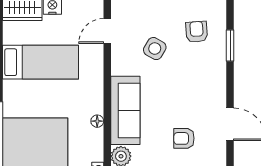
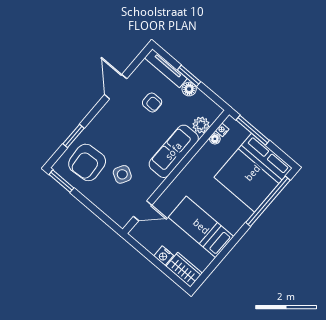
armchair: (197, 32) -> (87, 162), width x1.88, depth x1.88
floor lamp: (97, 121) -> (215, 139), moved

